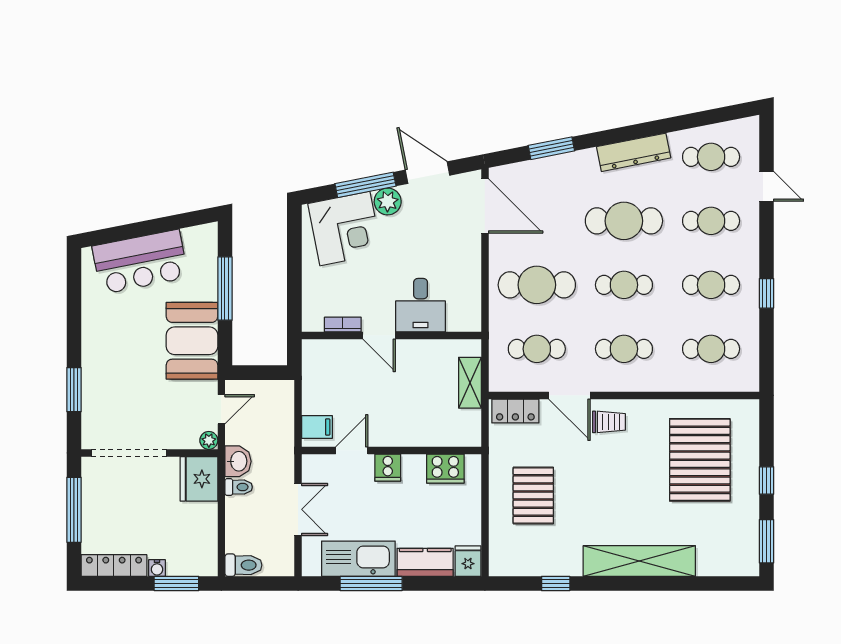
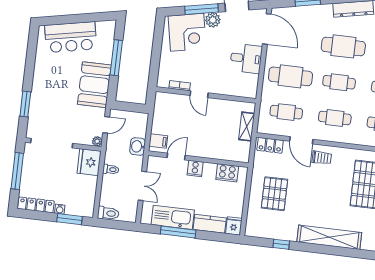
desk: (421, 305) -> (246, 58), moved, turned -90
washbasin: (238, 461) -> (138, 146), moved, turned 180

